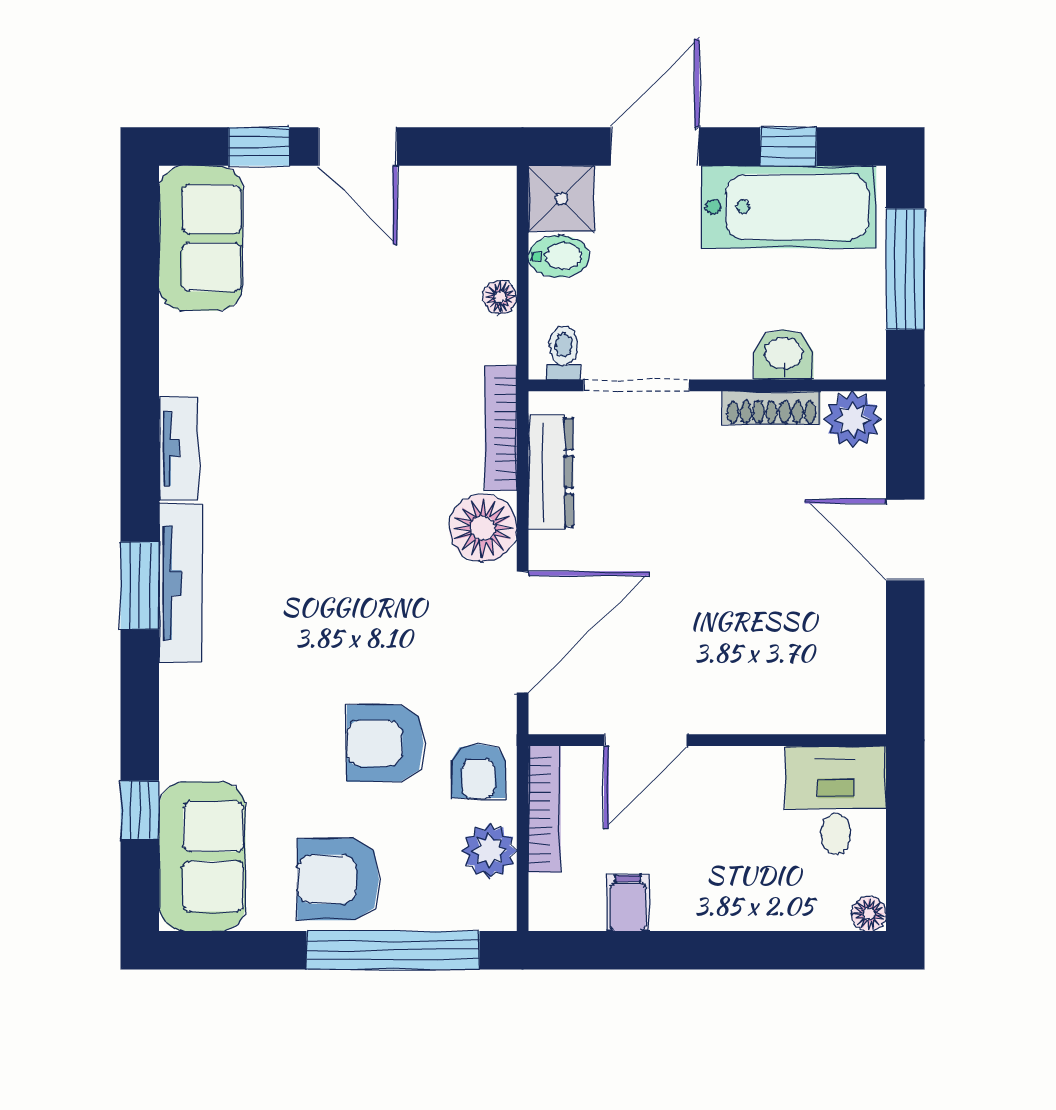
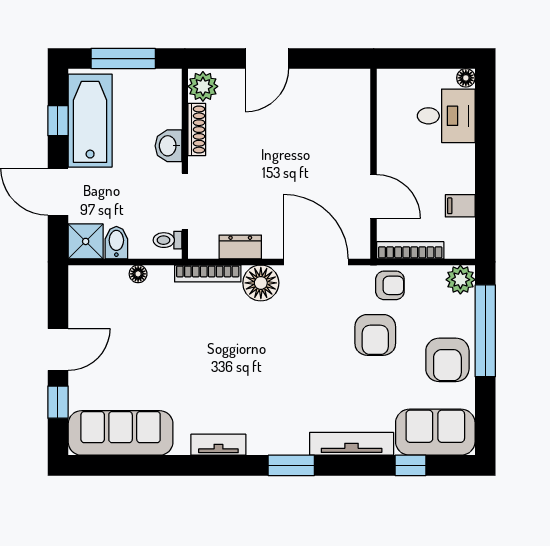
sofa: (201, 238) -> (121, 433), width x1.36
washbasin: (784, 354) -> (168, 146), moved
dresser: (551, 472) -> (240, 247), width x0.70
tv unit: (180, 583) -> (352, 444), moved
desk: (836, 800) -> (446, 116), moved, turned 180
plant: (489, 851) -> (460, 280), moved

